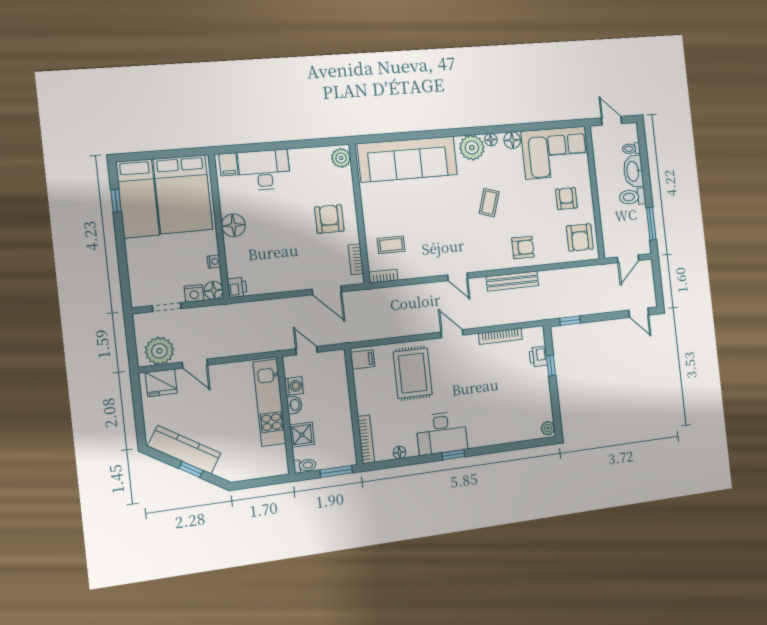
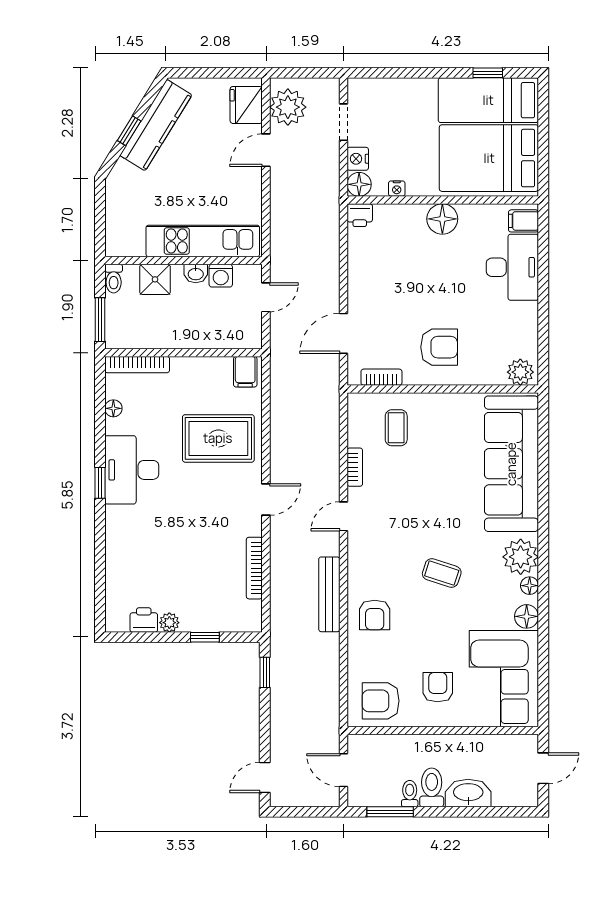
toilet: (631, 149) -> (410, 794), moved
armchair: (566, 198) -> (438, 687), turned -90
bookcase: (384, 276) -> (355, 467), moved
printer: (538, 357) -> (144, 620), moved
plant: (548, 428) -> (169, 623), moved

